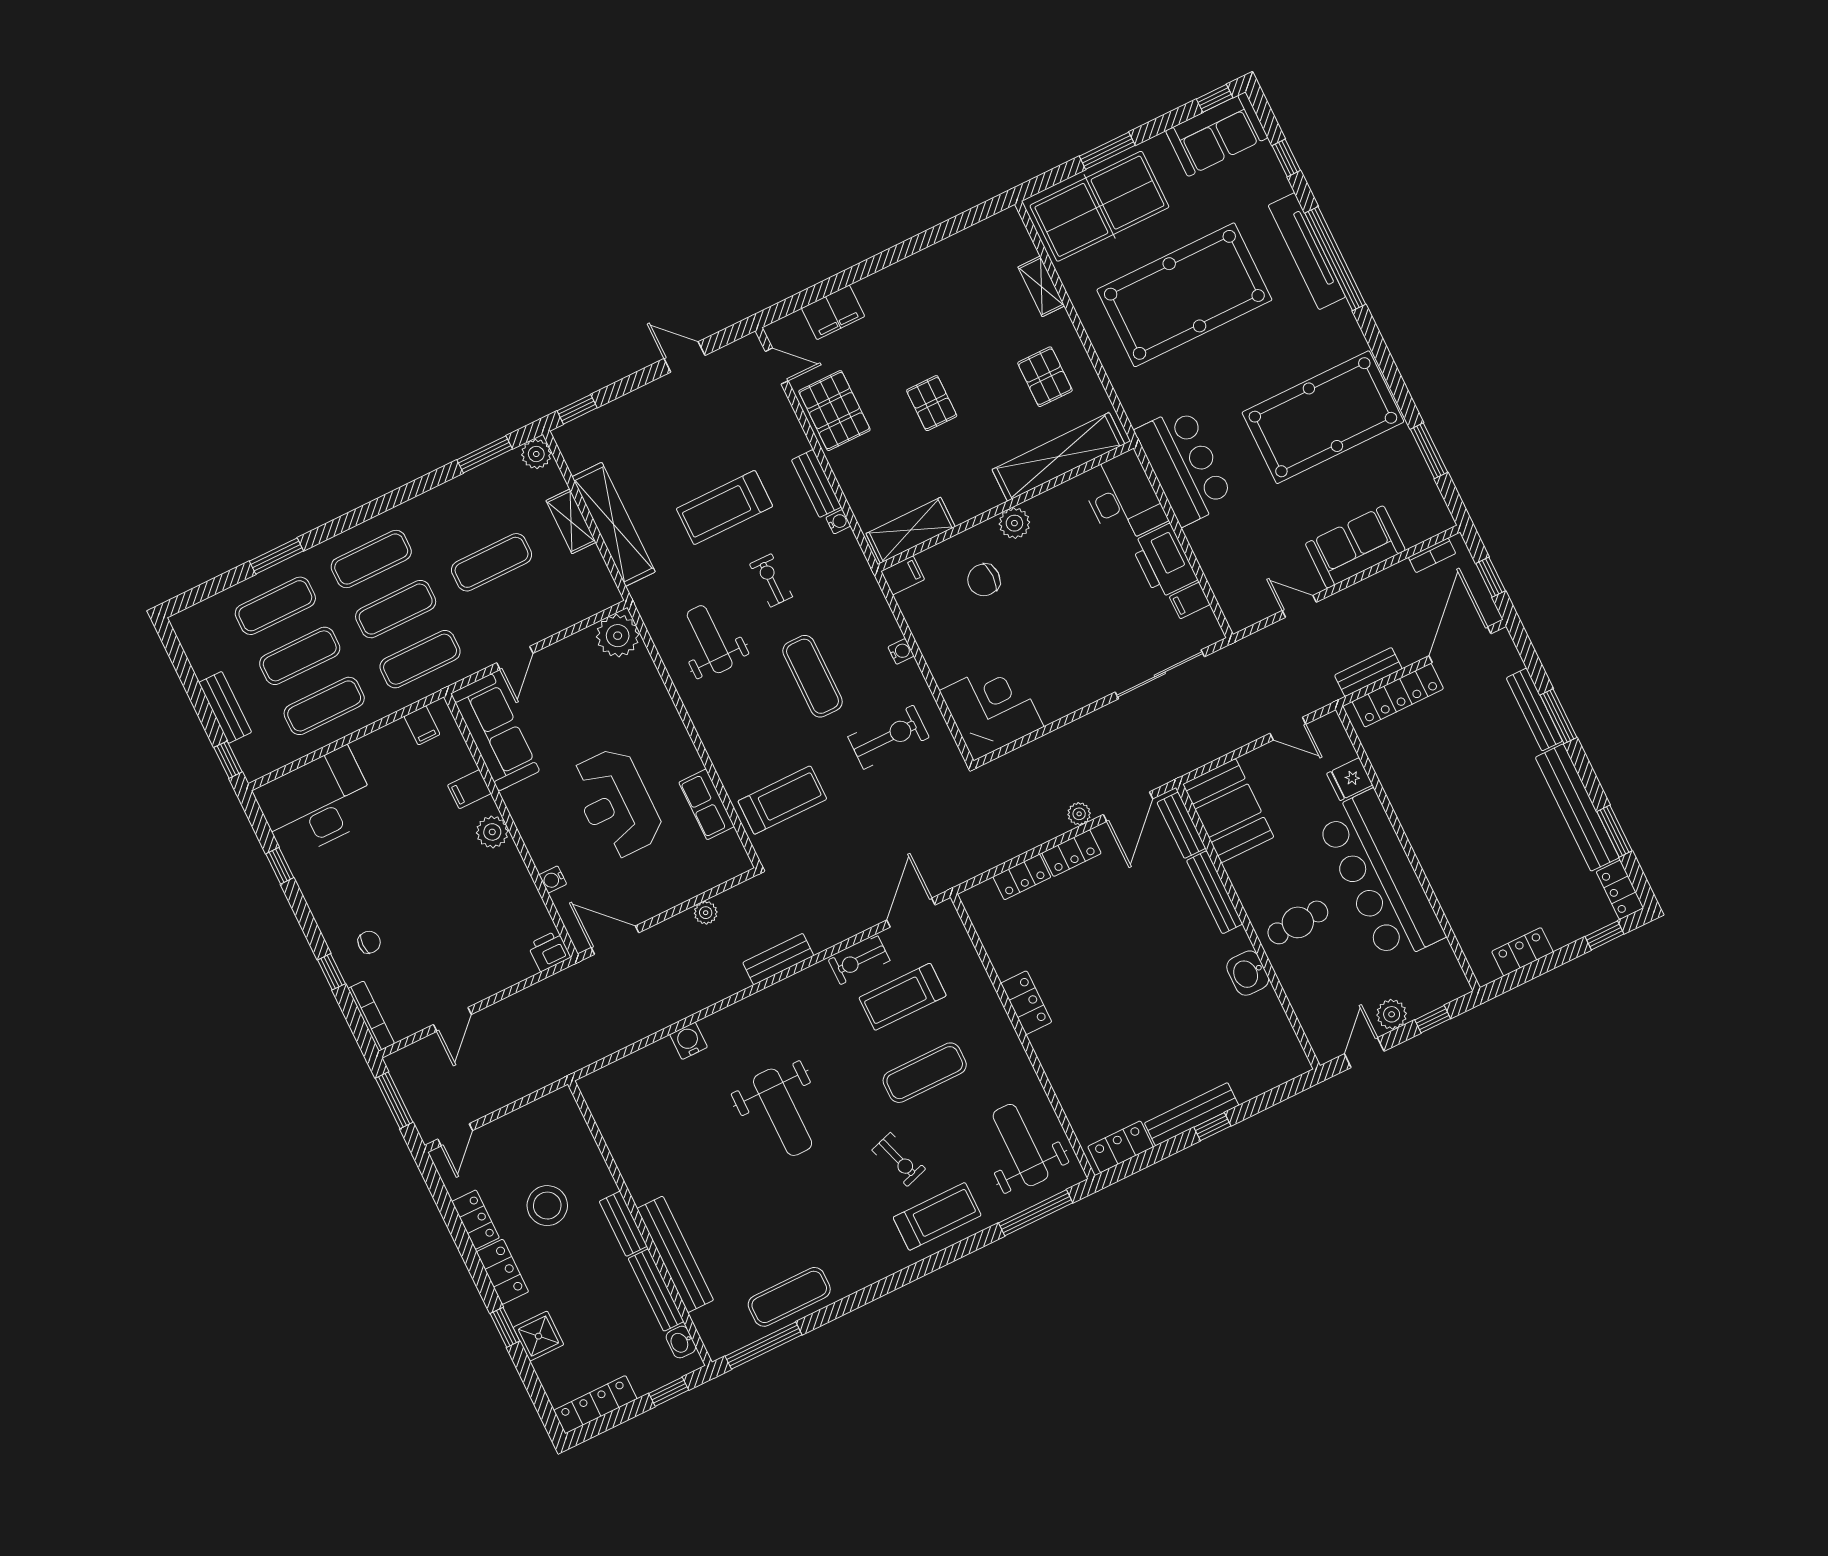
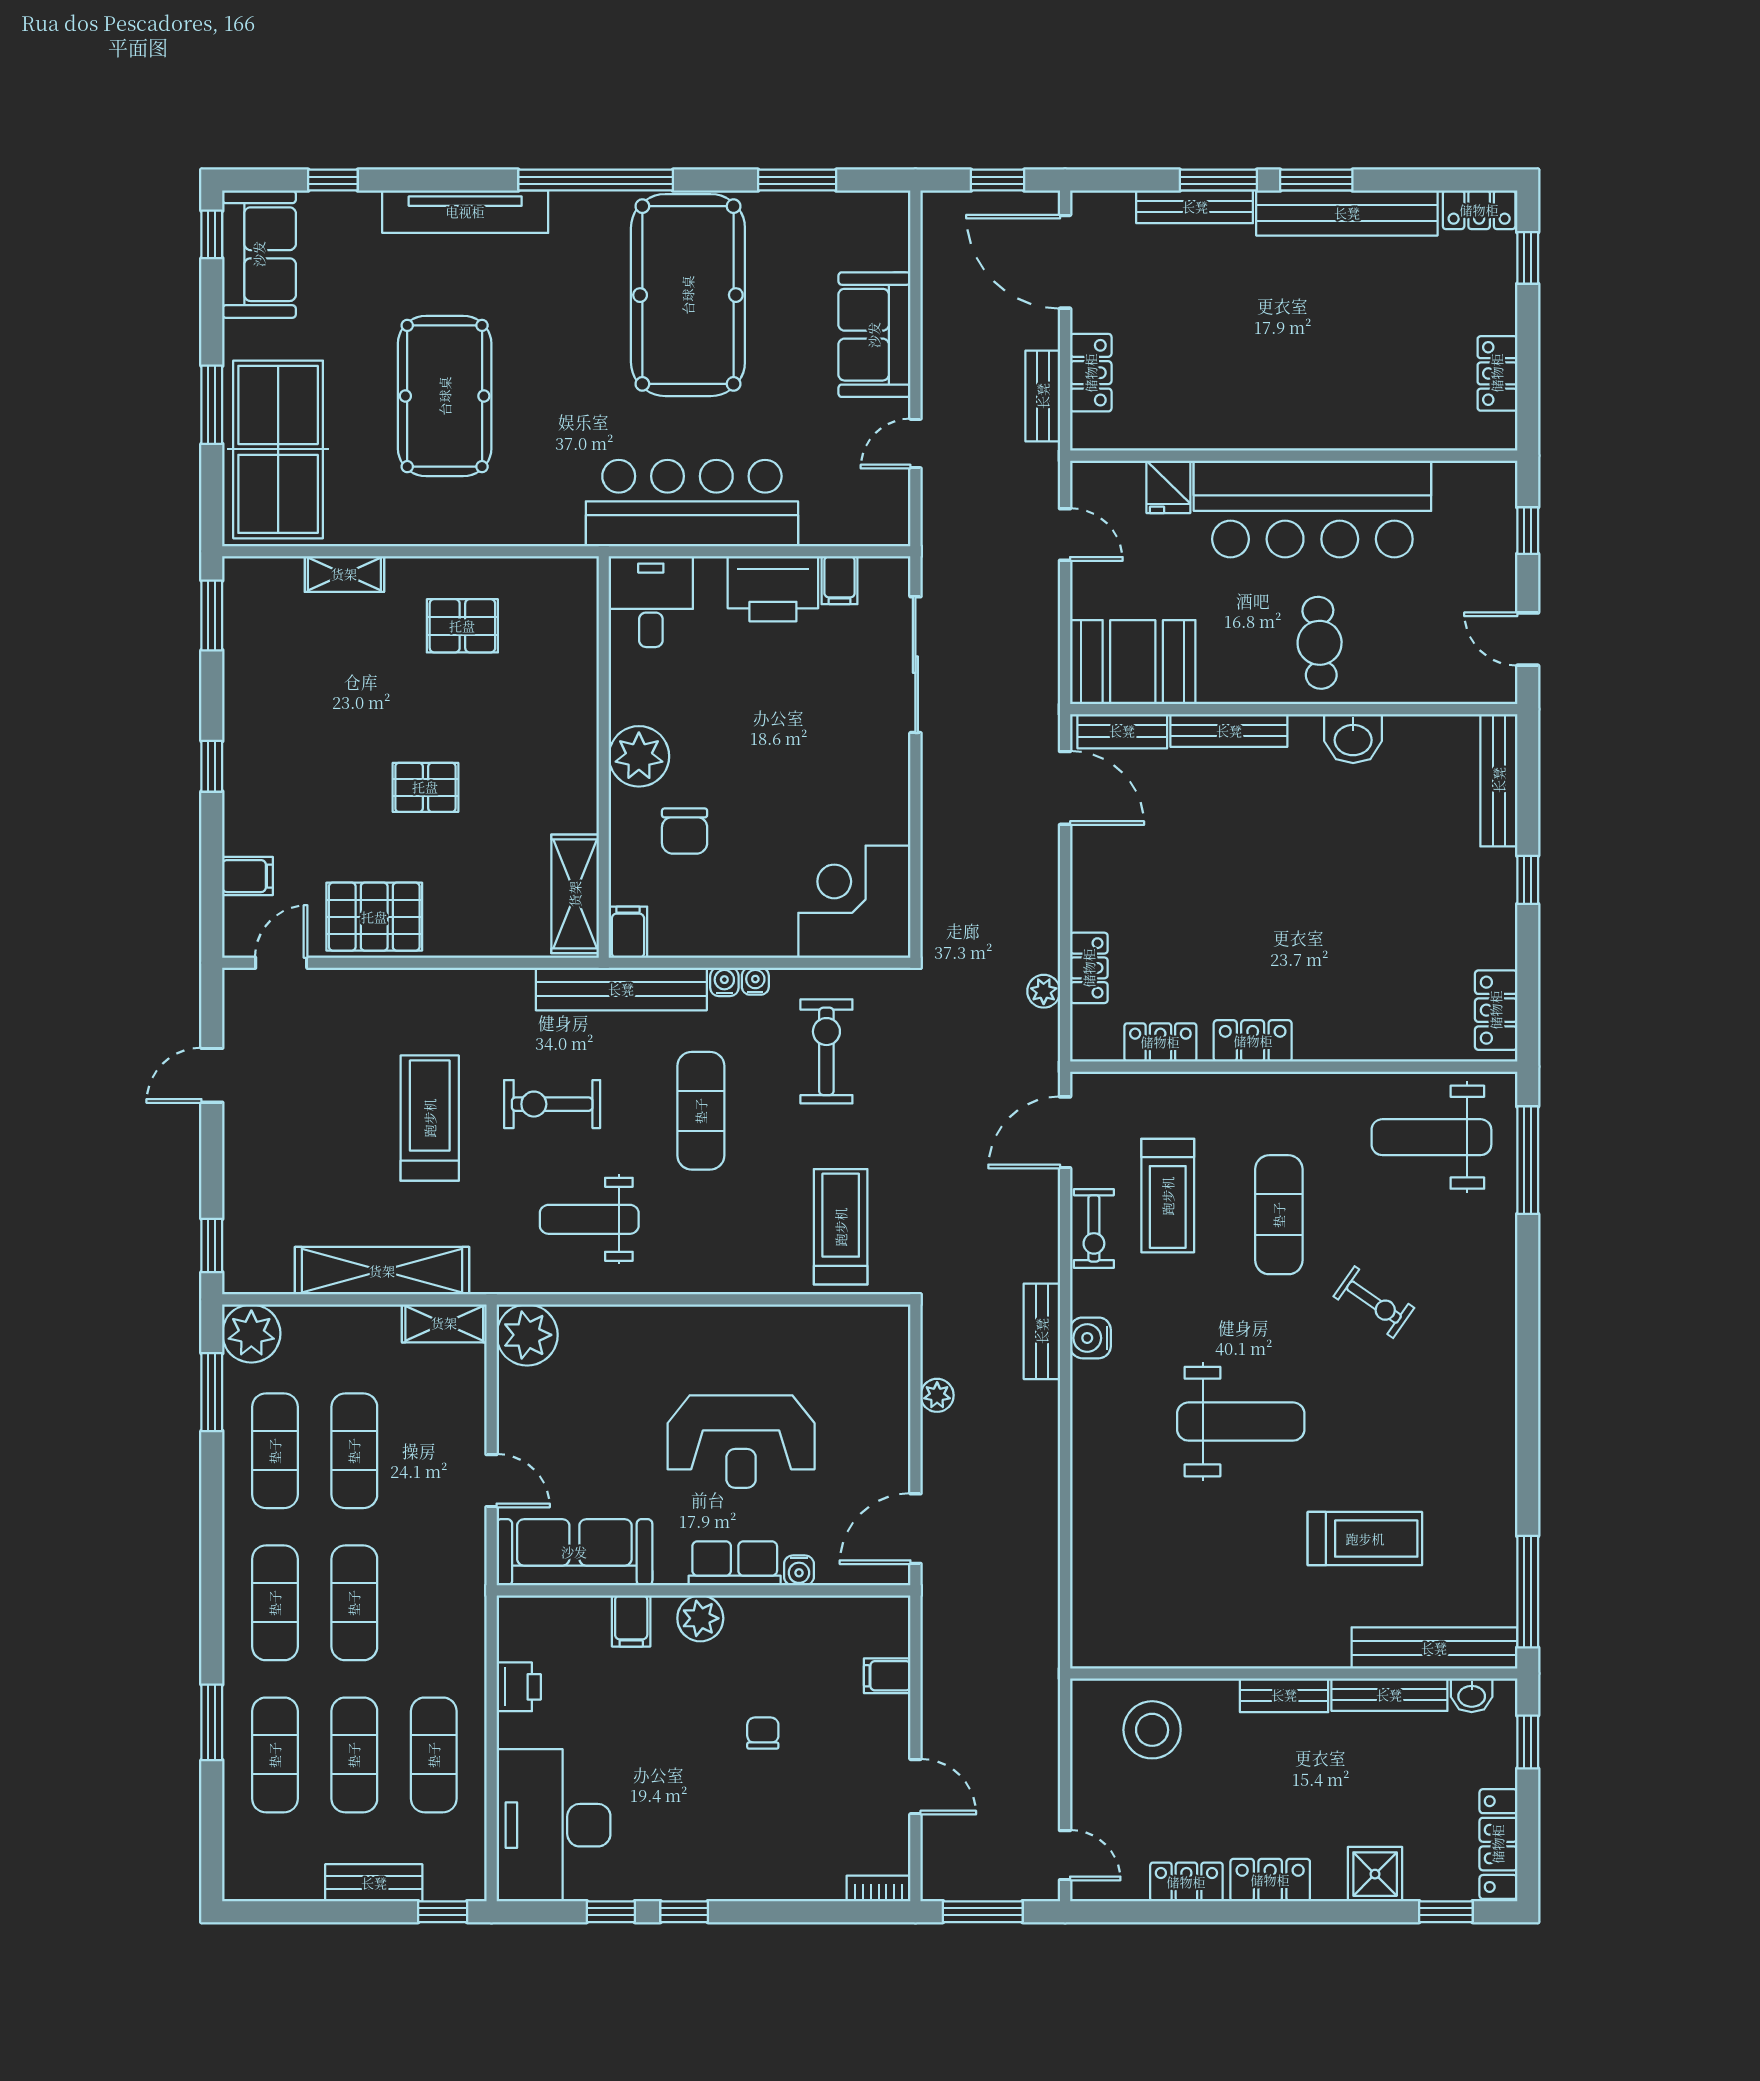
window: (974, 216) -> (212, 615), added
window: (1335, 259) -> (596, 180), moved
window: (879, 262) -> (212, 766), added
pool table: (1184, 295) -> (445, 396), width x0.73, depth x0.76
filing cabinet: (833, 312) -> (248, 876), width x0.50
plant: (536, 454) -> (251, 1333), width x1.36, depth x1.36
shelving: (1058, 457) -> (573, 659), removed
bar counter: (1184, 466) -> (692, 503), width x1.36
bench: (816, 483) -> (621, 989), moved, width x1.86, depth x1.21
desk: (1123, 498) -> (651, 602), width x0.73
treadmill: (724, 508) -> (430, 1118), turned 180
shelving: (571, 521) -> (444, 1323), moved
water cooler: (838, 522) -> (755, 981), moved
plant: (1014, 523) -> (639, 756), width x1.36, depth x1.36
bookcase: (1432, 555) -> (933, 241), removed
exercise bike: (771, 580) -> (552, 1104), width x1.38, depth x1.39
exercise mat: (420, 659) -> (275, 1451), moved
exercise mat: (813, 676) -> (701, 1111), turned 90
locker: (1398, 695) -> (1091, 373), width x0.66
filing cabinet: (422, 725) -> (887, 1676), moved, turned 180
door: (1288, 729) -> (1065, 535), hinge flipped
row of seats: (707, 804) -> (735, 1563), moved, turned 180
plant: (1079, 814) -> (1044, 991), moved
window: (1614, 831) -> (1316, 180), moved
locker: (1072, 853) -> (1160, 1042), moved, turned -90
door: (911, 913) -> (1065, 1132), hinge flipped
chair: (369, 942) -> (763, 1733), moved
printer: (549, 951) -> (519, 1687), moved, turned 180
window: (331, 972) -> (684, 1912), moved
plant: (1392, 1014) -> (1496, 580), removed
bookcase: (371, 1016) -> (879, 1888), width x0.64
water cooler: (689, 1041) -> (1090, 1338), moved
bench: (1192, 1114) -> (1499, 780), moved
exercise bike: (899, 1159) -> (1374, 1302), turned 53
stool: (547, 1206) -> (1152, 1730), moved
treadmill: (937, 1216) -> (1365, 1539), moved, turned 90
bench: (675, 1254) -> (1434, 1648), moved
exercise mat: (789, 1297) -> (1481, 1528), removed
window: (505, 1327) -> (1446, 1912), moved

